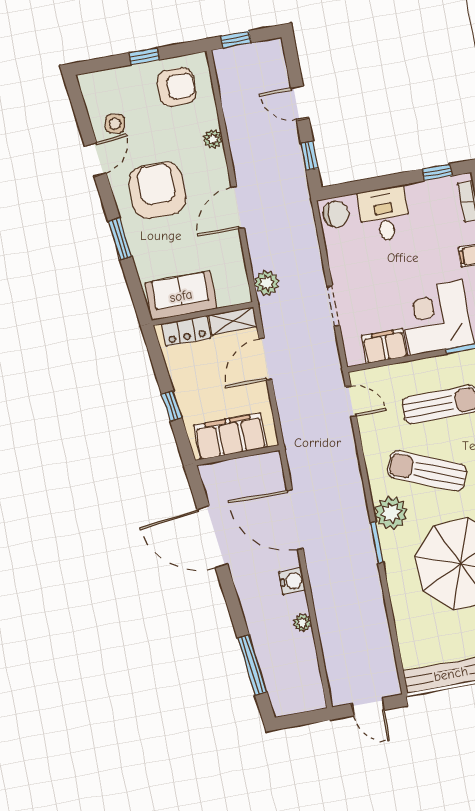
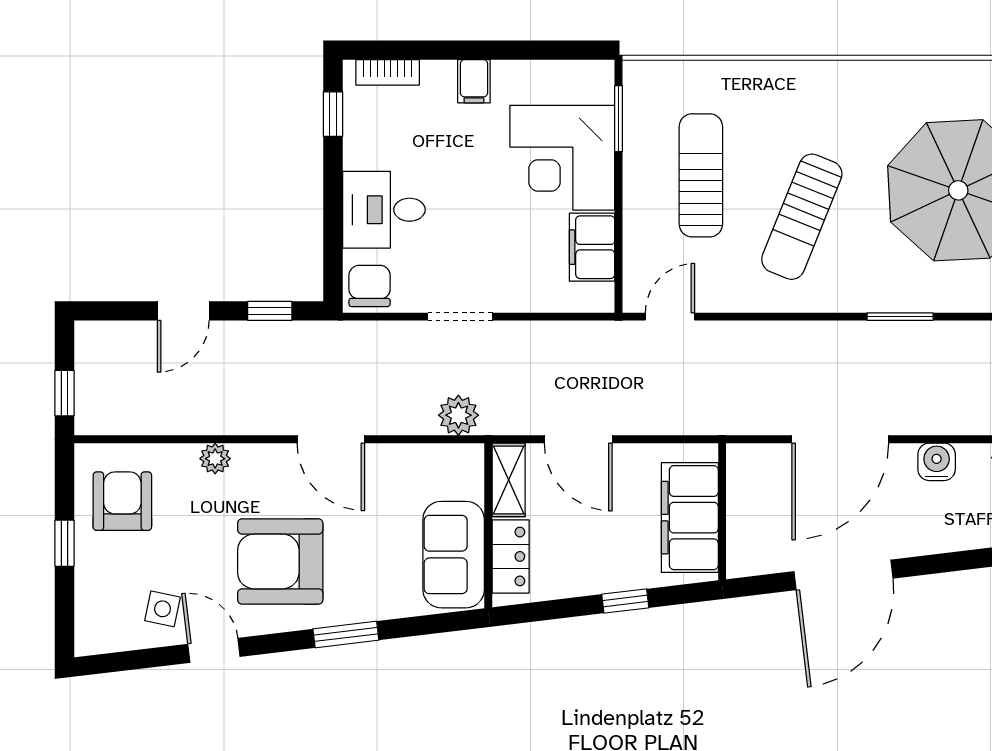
doorway: (333, 306) -> (460, 317), moved
plant: (391, 513) -> (858, 286), removed

